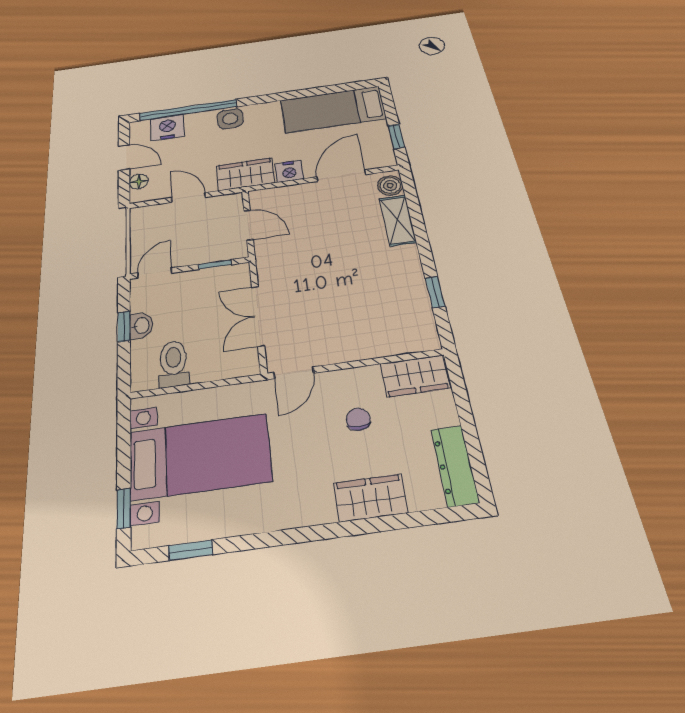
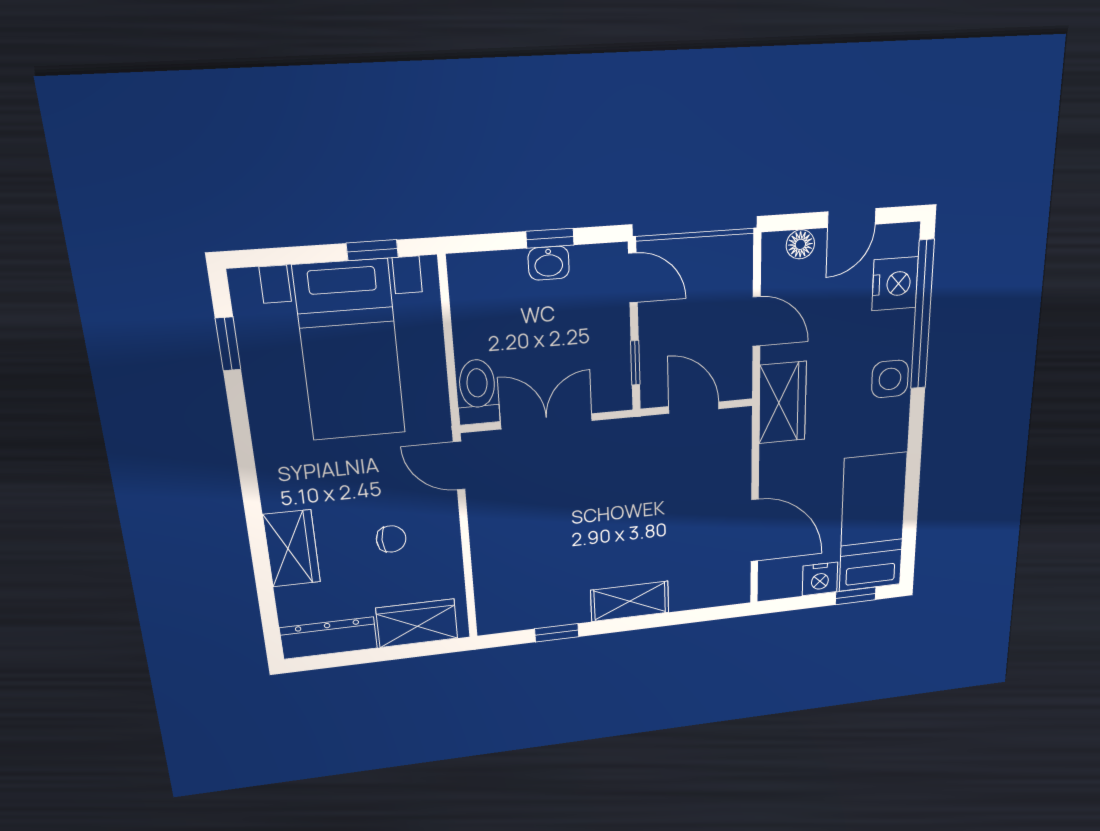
window: (396, 136) -> (856, 596), moved
nightstand: (289, 171) -> (820, 579), moved, turned -90
boiler: (390, 185) -> (727, 590), removed
door: (188, 197) -> (757, 321), hinge flipped
shelving: (398, 220) -> (630, 601), moved
door: (249, 225) -> (694, 408), swing flipped
toilet: (174, 364) -> (478, 392), moved, turned -90
wardrobe: (415, 376) -> (417, 623), moved, turned 90
window: (124, 509) -> (372, 250), moved

